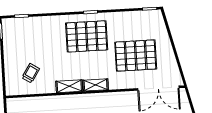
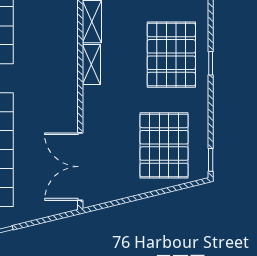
pallet: (136, 56) -> (164, 145), moved

